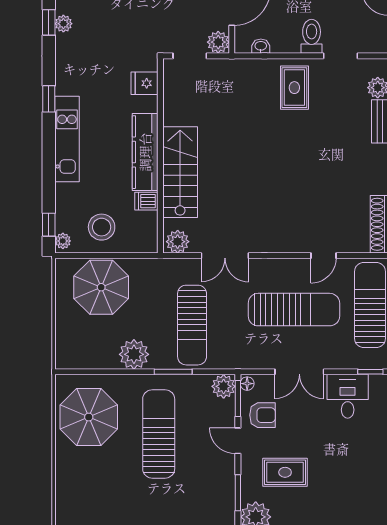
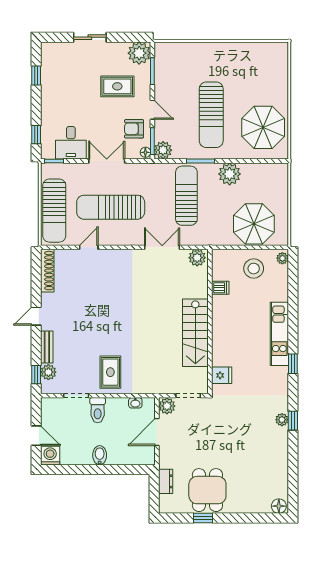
kitchen counter: (145, 152) -> (221, 324), removed
stairs: (180, 172) -> (195, 333), moved
window: (49, 225) -> (293, 270), removed

